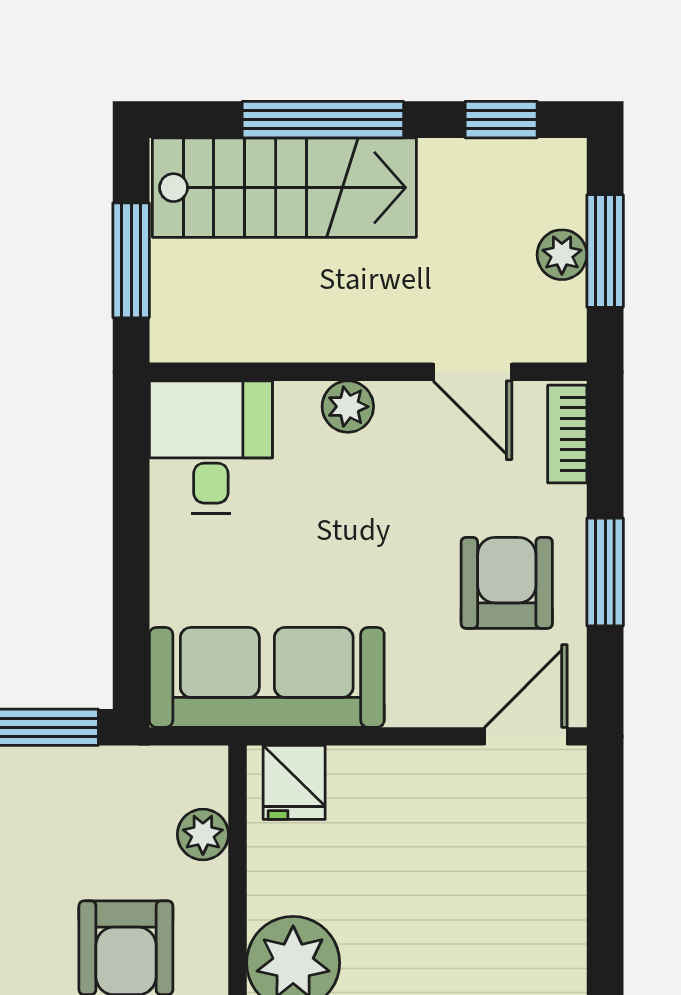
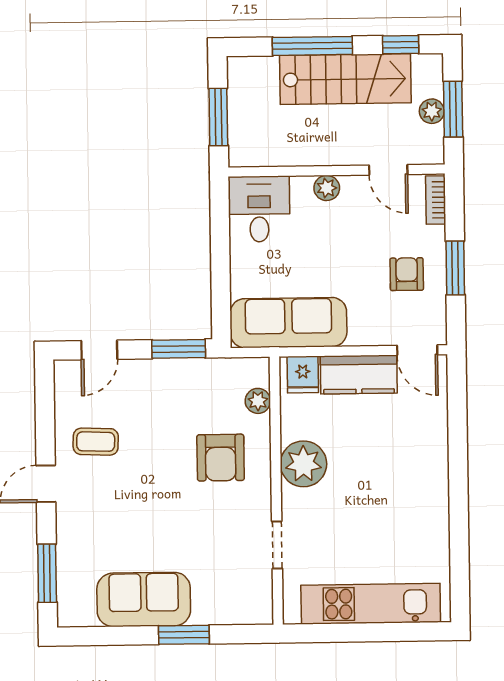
stairs: (284, 188) -> (345, 79), moved
armchair: (507, 583) -> (407, 274), width x0.72, depth x0.72
door: (526, 736) -> (417, 350), swing flipped
kitchen counter: (407, 784) -> (359, 374), added

